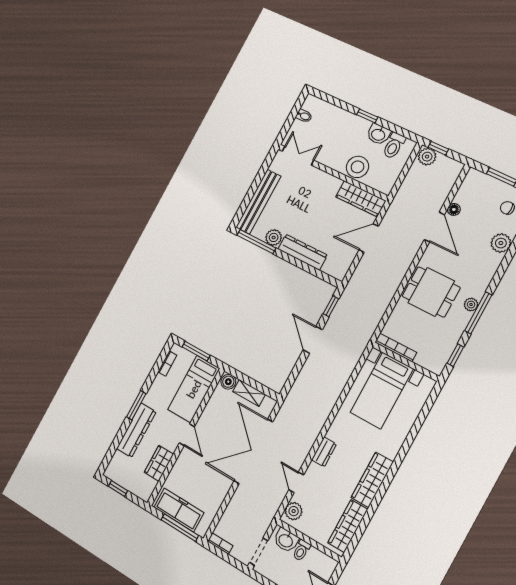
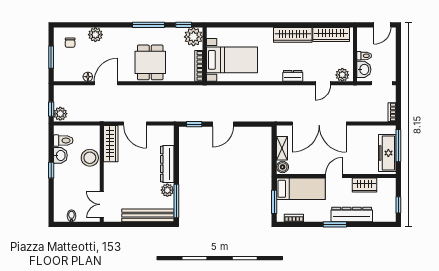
plant: (471, 305) -> (193, 37), moved, width x1.87, depth x1.87

